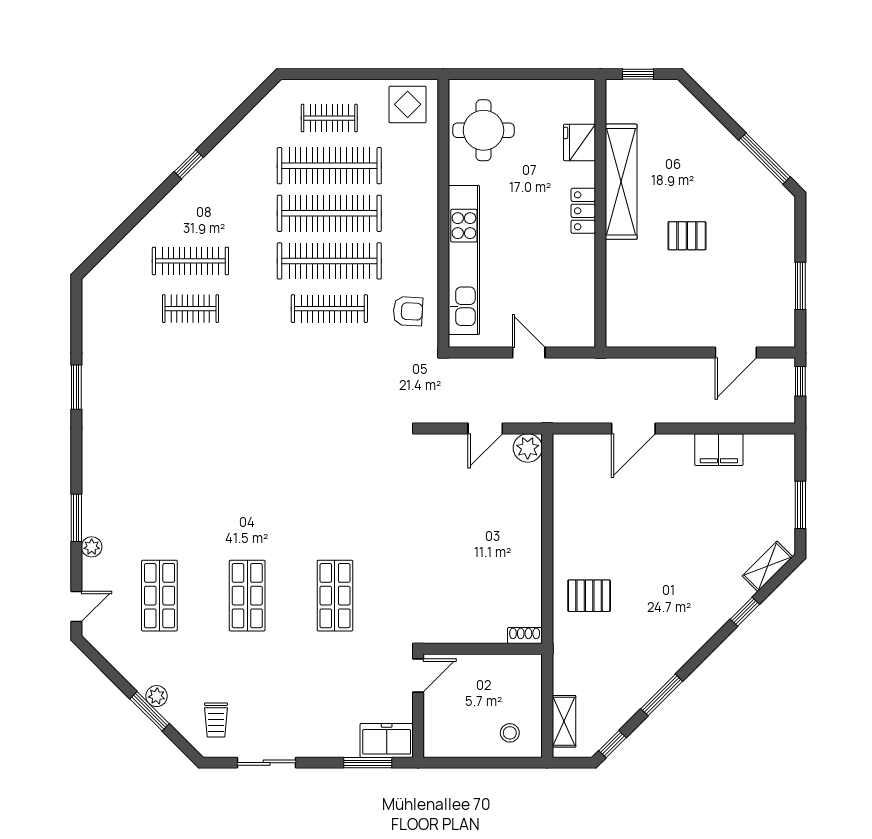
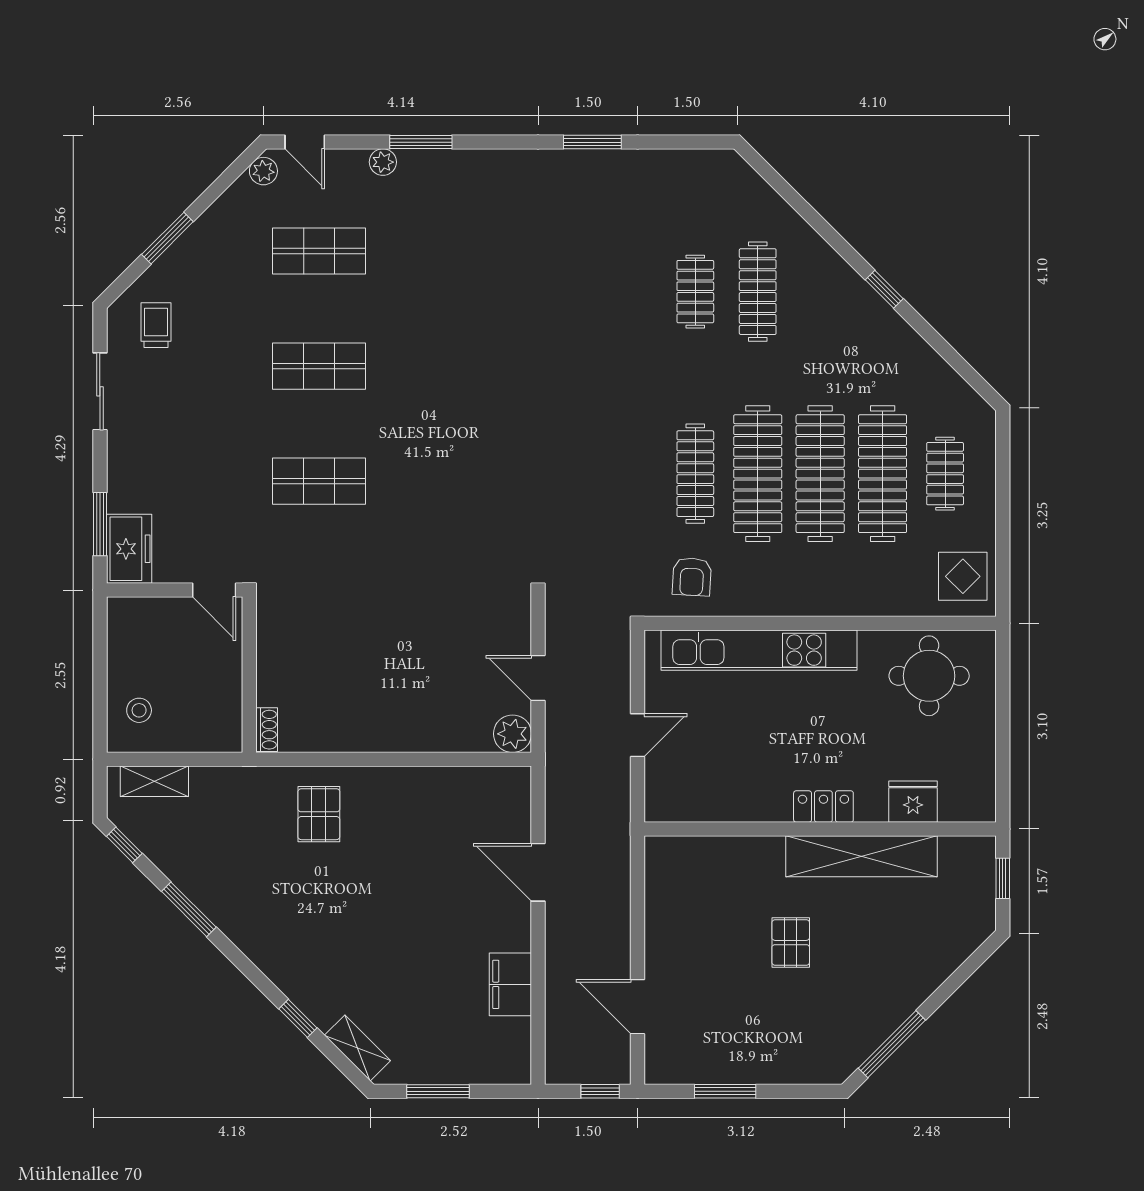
plant: (157, 696) -> (263, 171), moved
trolley: (216, 720) -> (156, 325), turned 90

